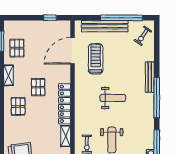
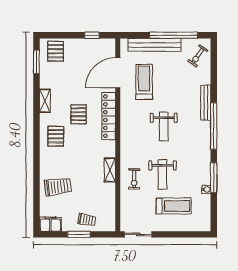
pallet: (17, 48) -> (56, 51), moved
weight bench: (113, 98) -> (164, 127), turned 90
locker: (65, 104) -> (109, 116), moved

